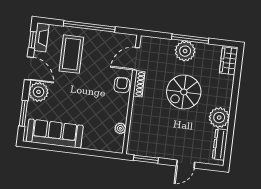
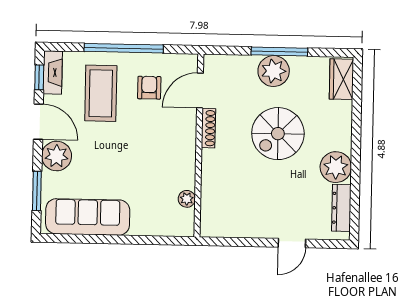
armchair: (122, 85) -> (149, 88), moved
window: (146, 159) -> (231, 242), removed

